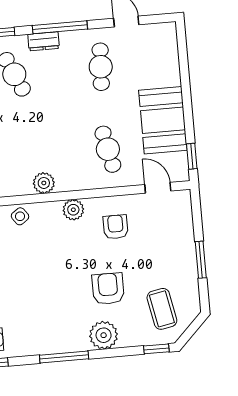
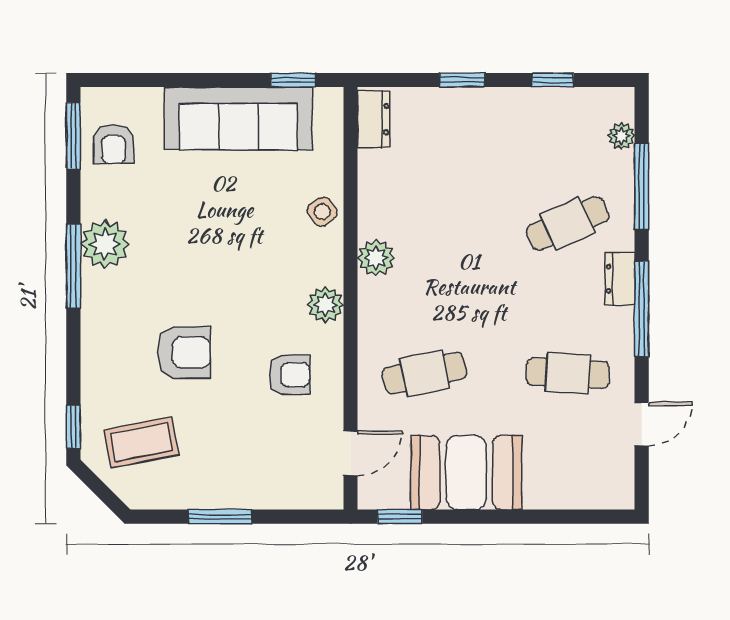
plant: (104, 335) -> (105, 244), moved

